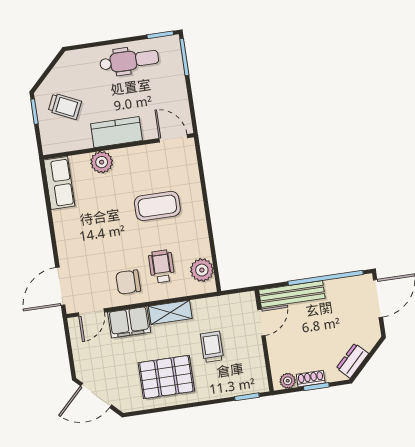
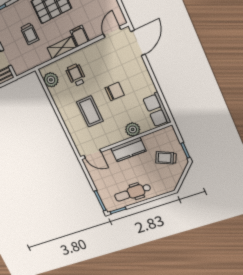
coffee table: (157, 206) -> (90, 111), turned 90
wheelchair: (162, 266) -> (76, 75), turned 180
chair: (128, 282) -> (115, 91), moved
filing cabinet: (129, 322) -> (80, 36), width x0.50

